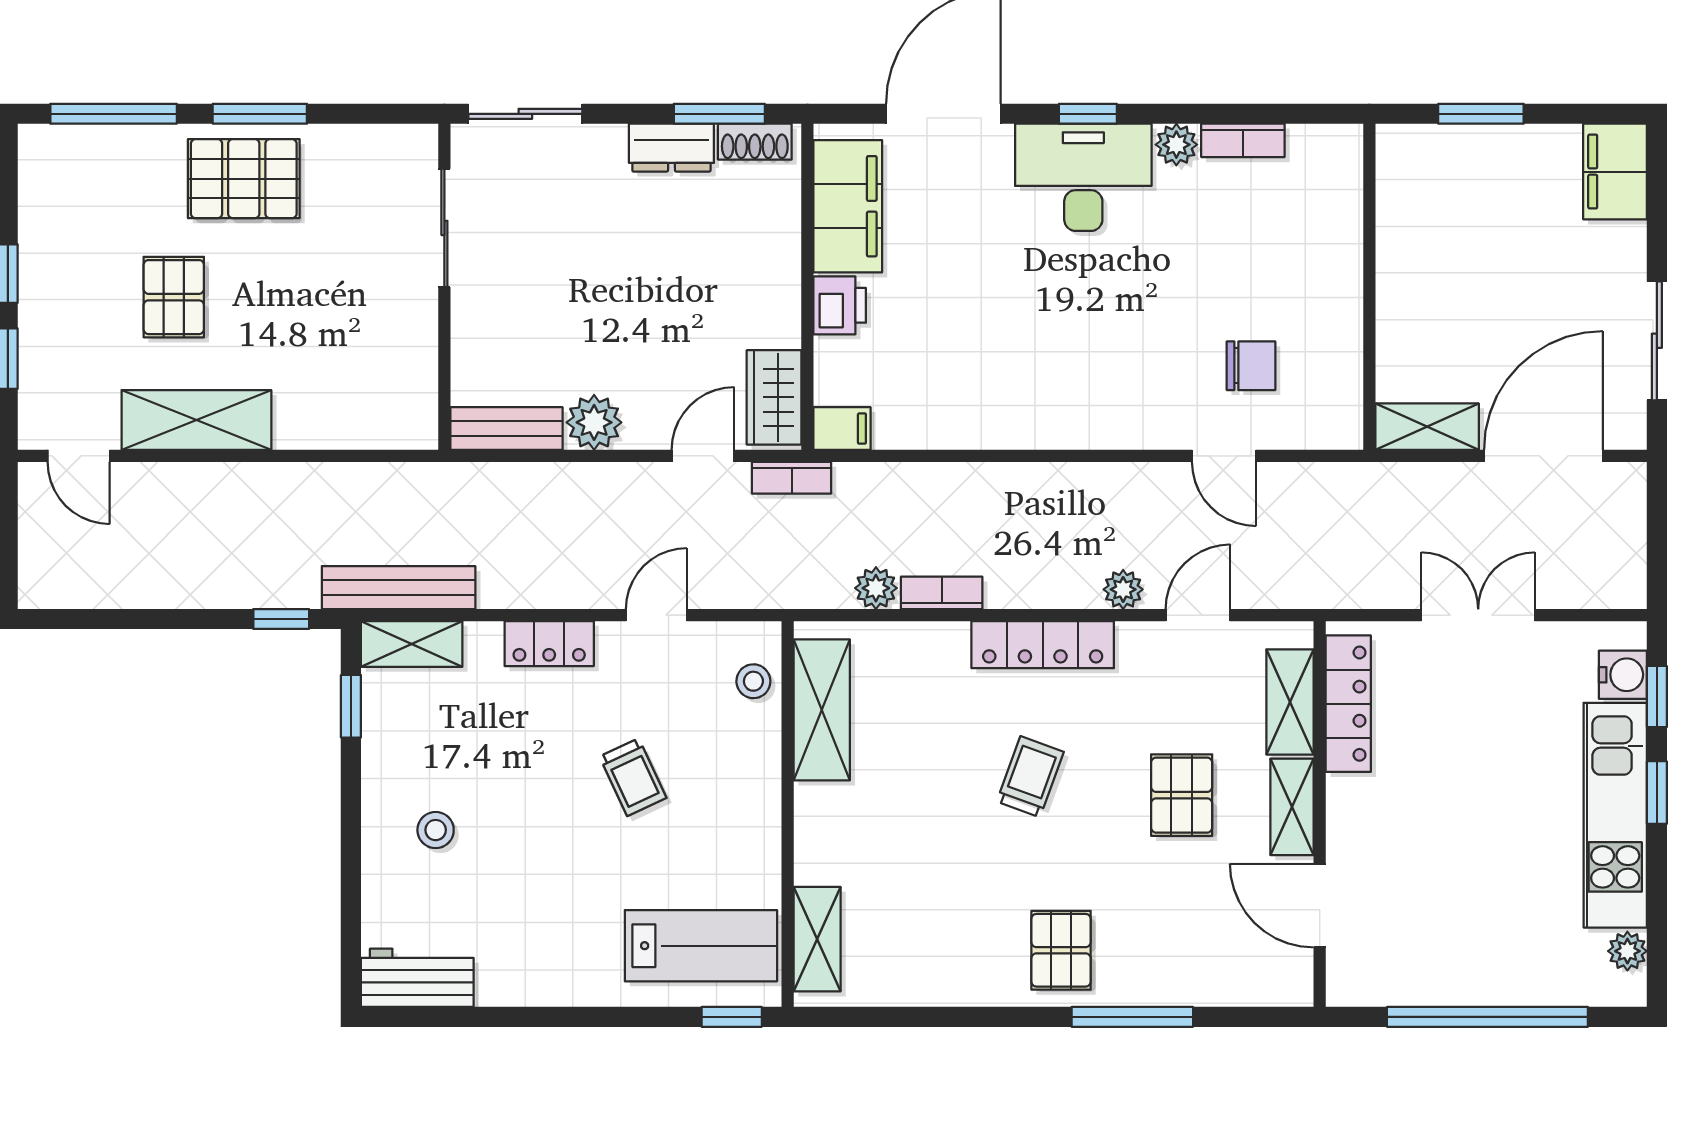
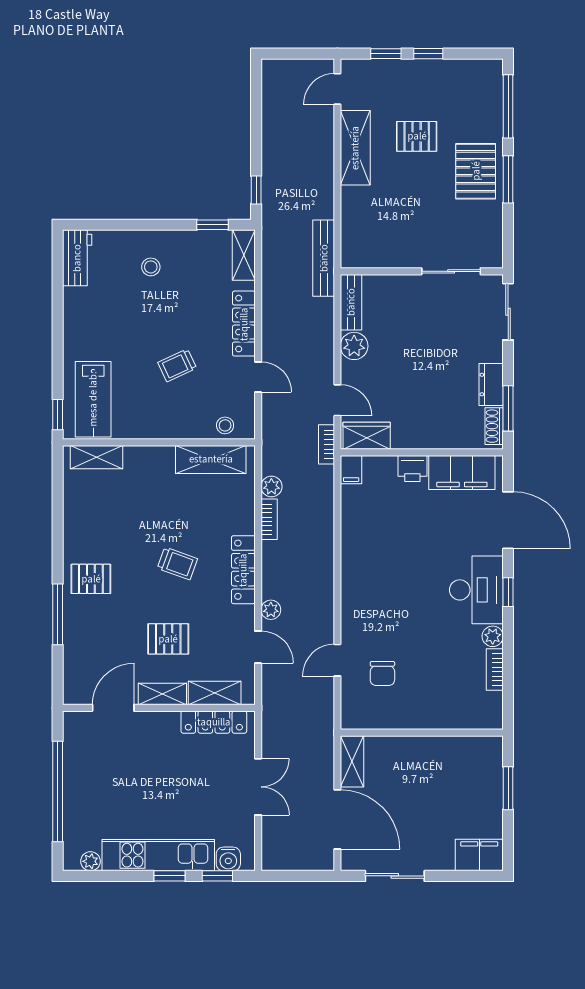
bench: (399, 588) -> (324, 258), moved
locker: (549, 644) -> (244, 324), width x1.53

